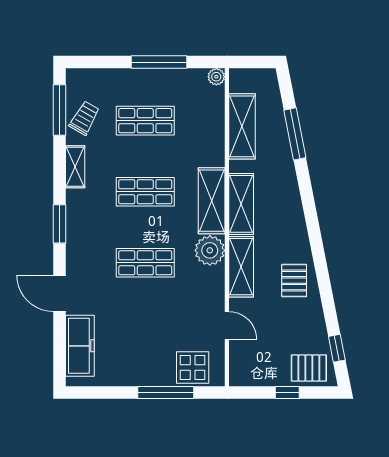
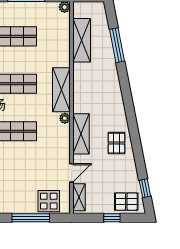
shelving: (241, 204) -> (79, 197), moved, width x0.67, depth x0.75
plant: (210, 250) -> (65, 118), width x0.53, depth x0.53
door: (227, 325) -> (72, 173), hinge flipped

